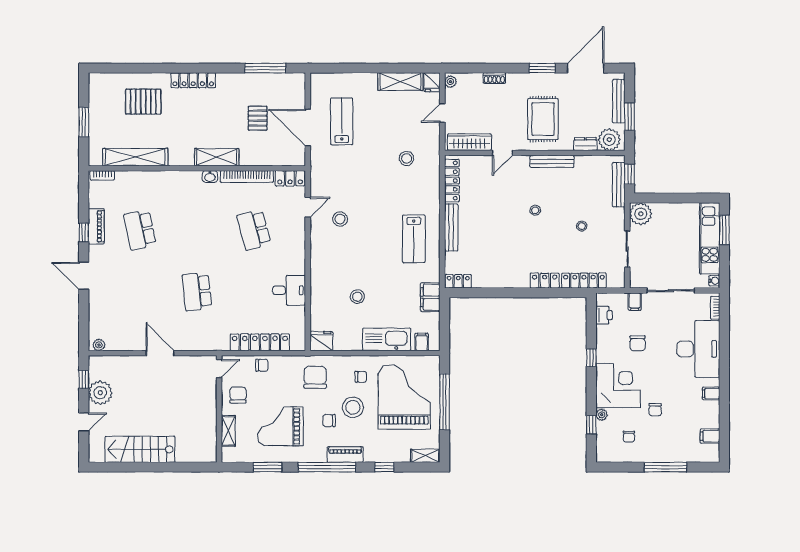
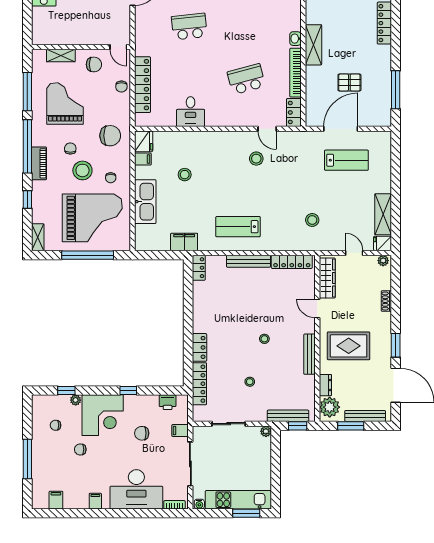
plant: (641, 214) -> (266, 431), width x0.53, depth x0.53
filing cabinet: (422, 342) -> (143, 159), moved
window: (267, 467) -> (27, 92), width x1.44

